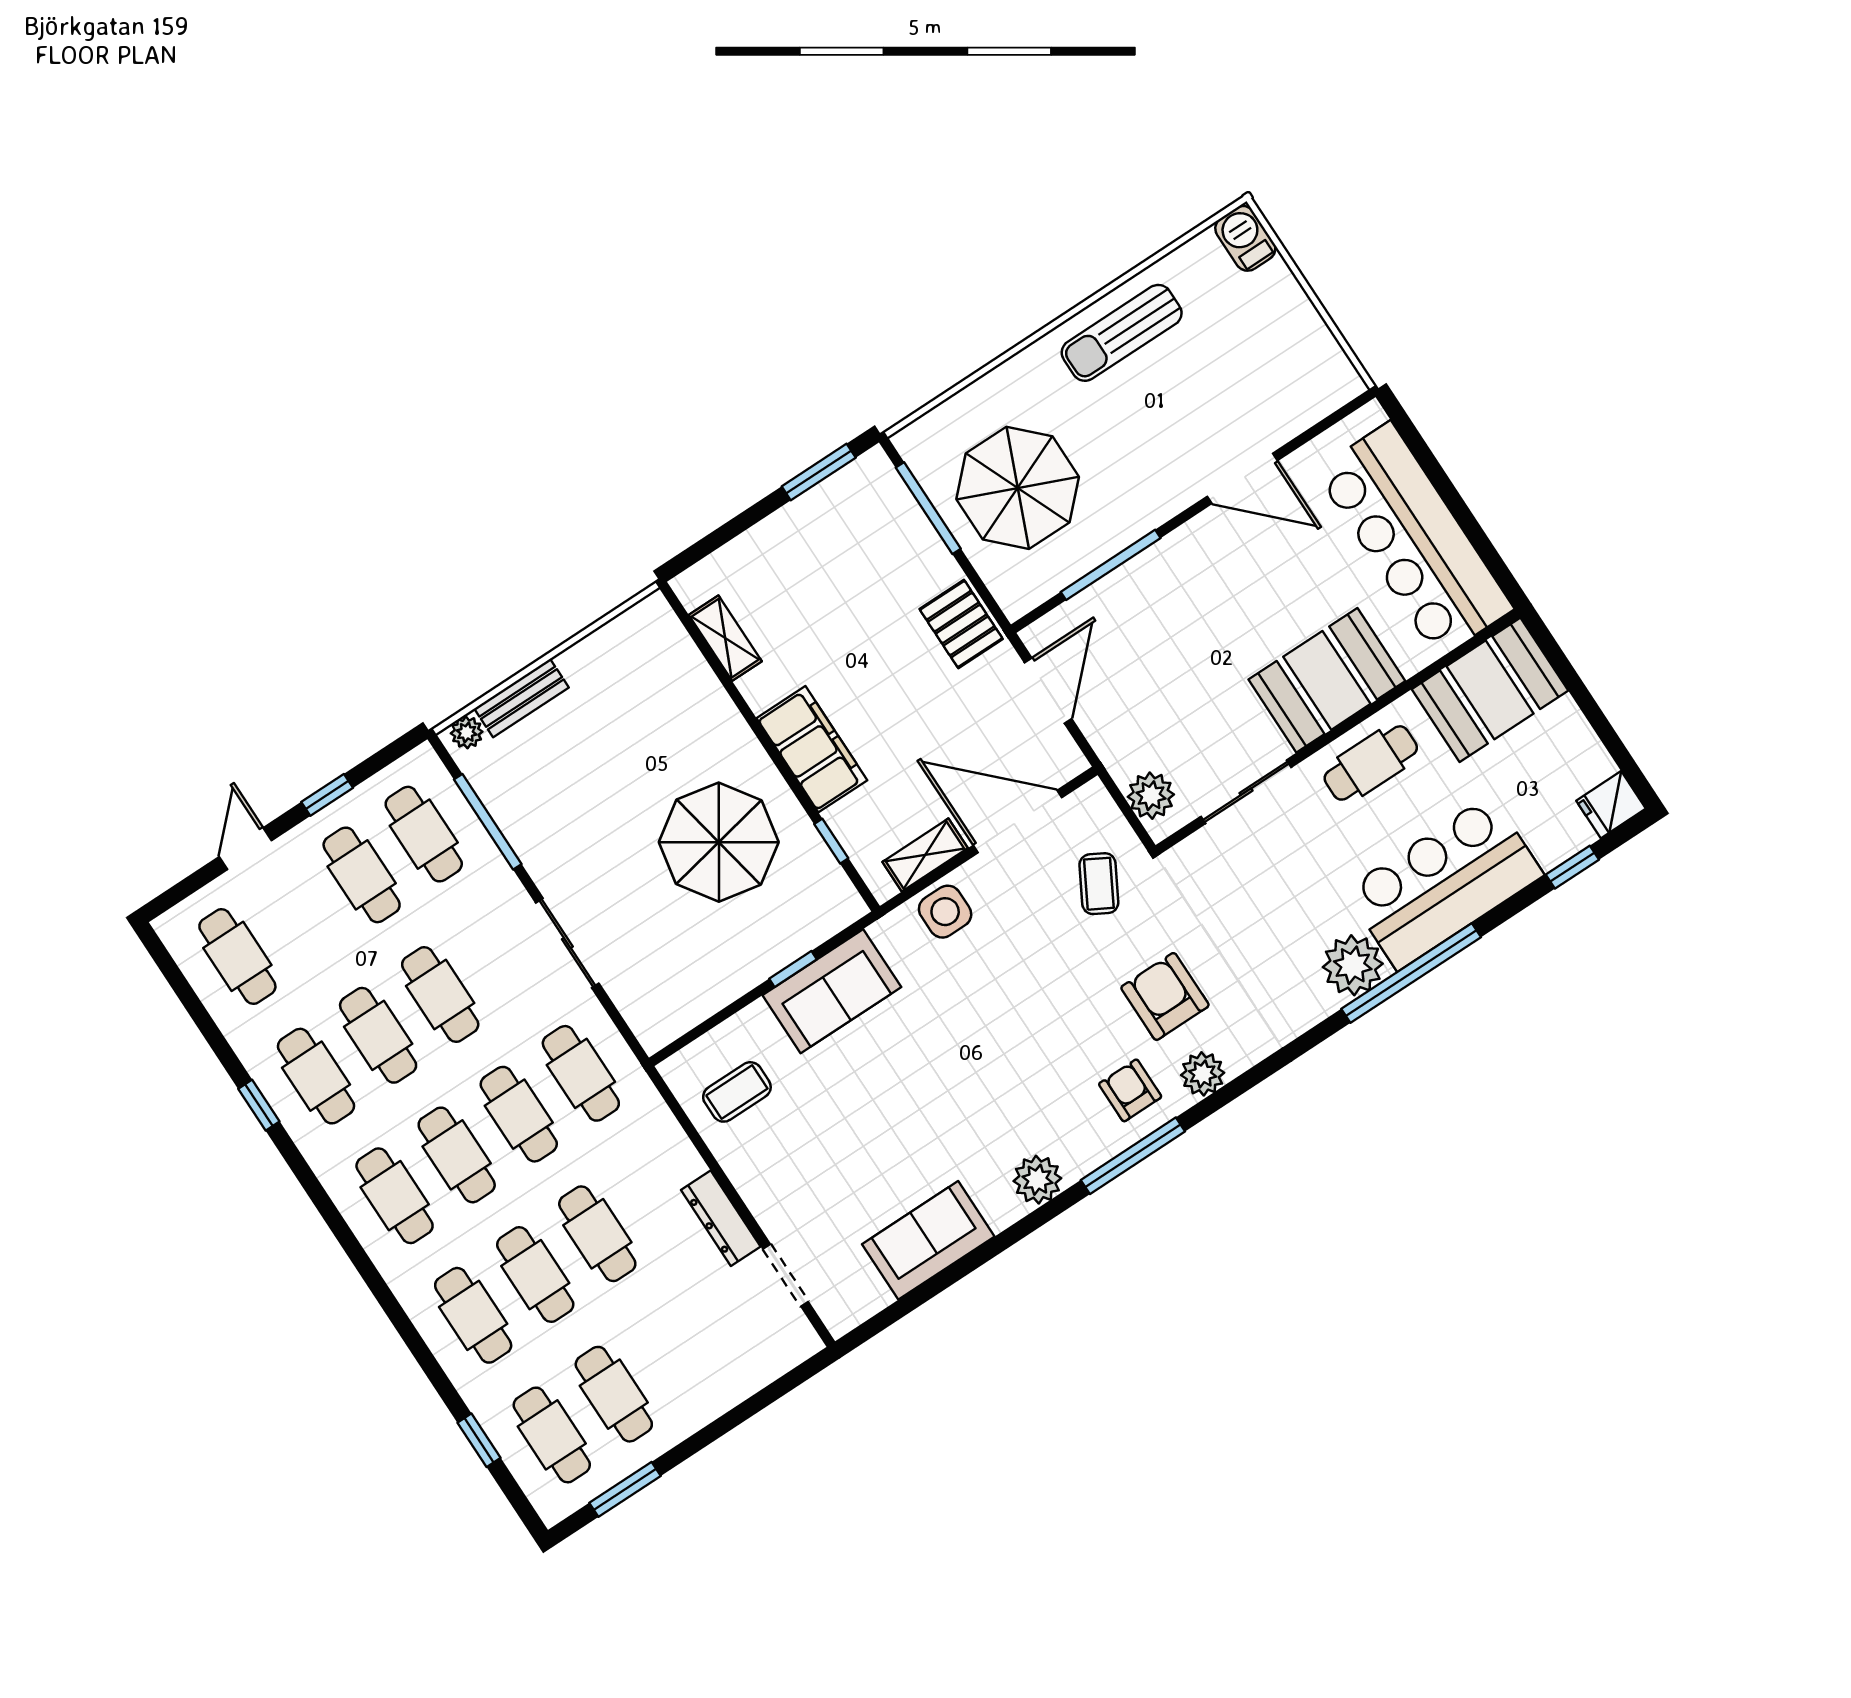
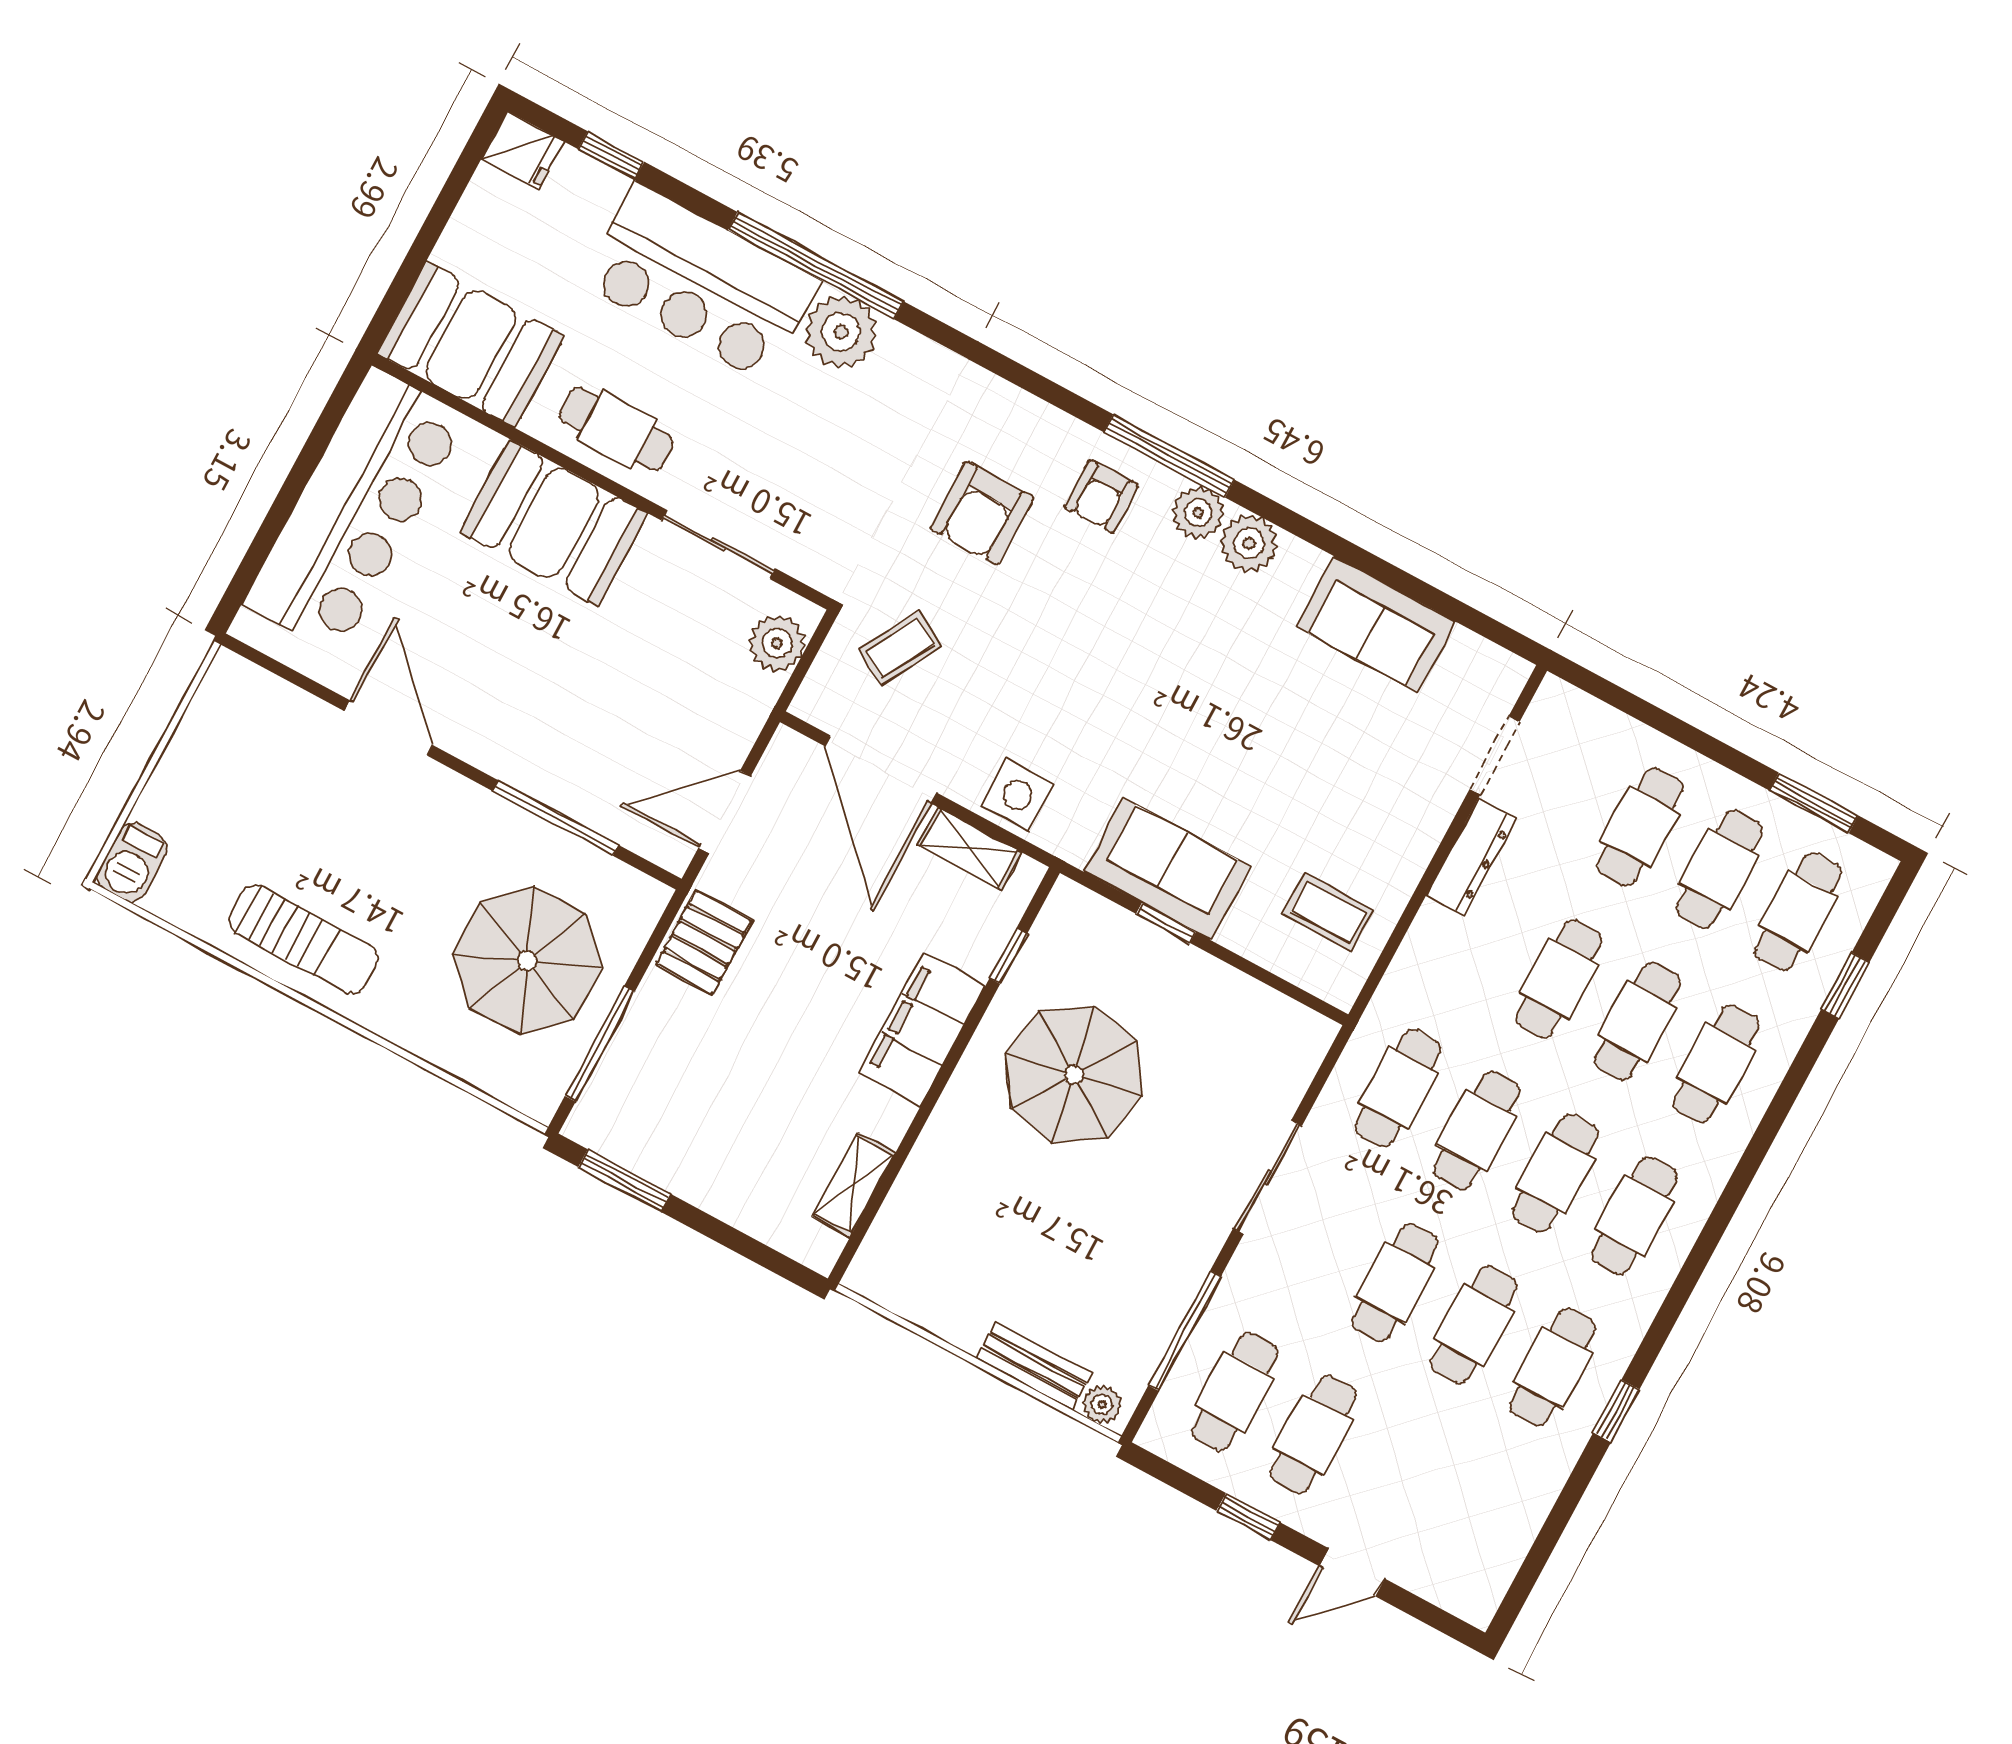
cafe table: (237, 956) -> (1640, 827), moved
plant: (1203, 1074) -> (1198, 513), moved

